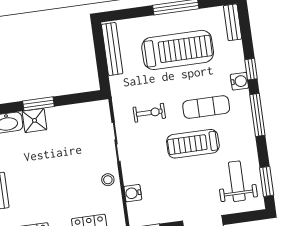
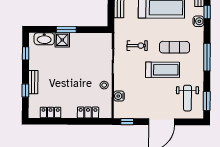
window: (251, 69) -> (207, 12), moved
water cooler: (239, 81) -> (199, 21), moved
treadmill: (193, 144) -> (163, 70), turned 180
weight bench: (237, 181) -> (187, 98), turned 180

